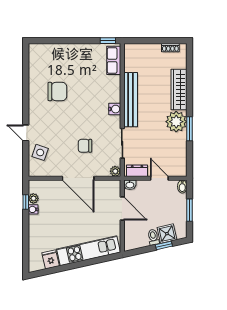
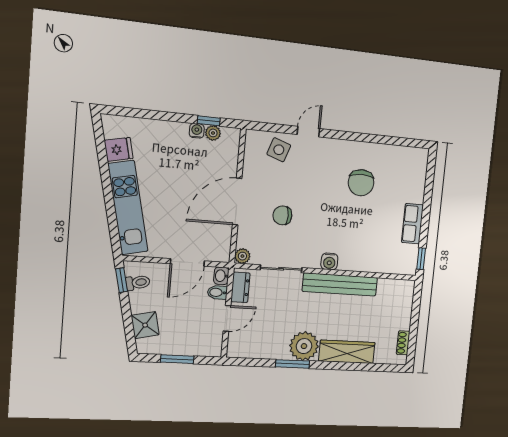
row of seats: (114, 60) -> (412, 224), moved, turned -90
chair: (85, 146) -> (282, 215), turned -90
bidet: (182, 186) -> (217, 292), moved
toilet: (153, 237) -> (138, 283), moved
window: (164, 245) -> (121, 280), moved

